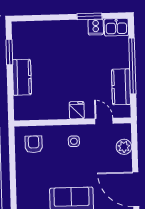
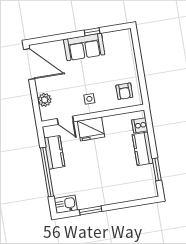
cooker: (96, 27) -> (140, 125), moved, turned -90
fridge: (77, 110) -> (91, 129), width x1.88, depth x1.34

